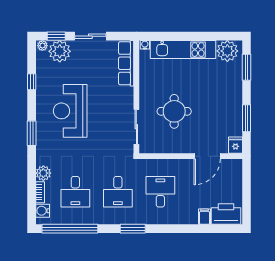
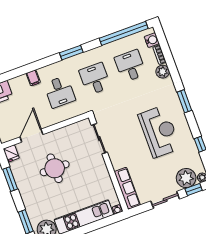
round table: (174, 111) -> (55, 168), moved
filing cabinet: (205, 217) -> (33, 78), moved

